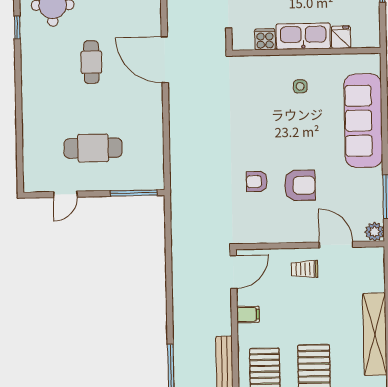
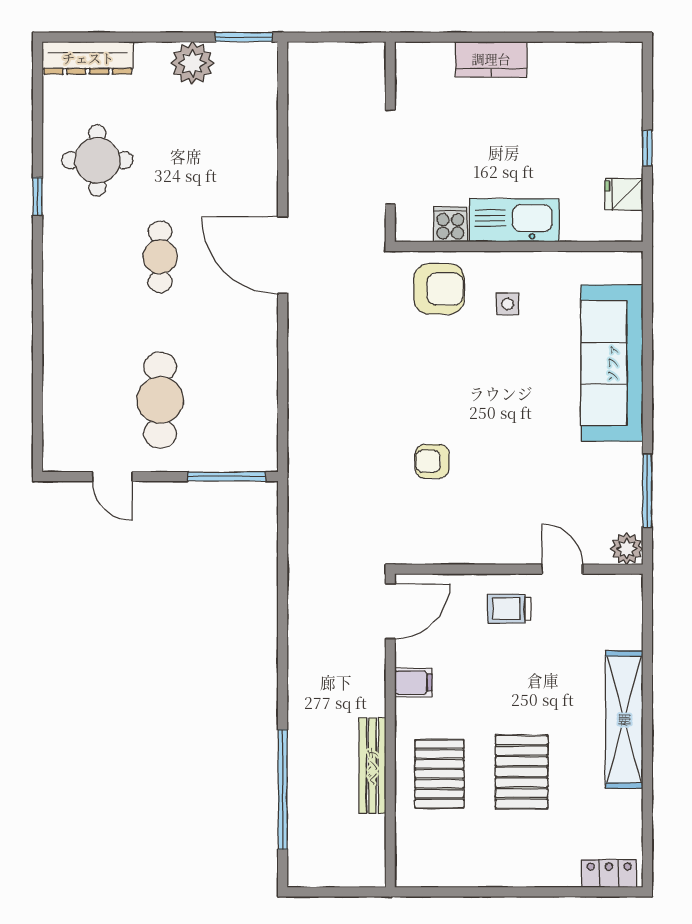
fridge: (341, 37) -> (624, 194), moved, turned -90
cafe table: (93, 148) -> (160, 400), turned 90
armchair: (300, 185) -> (439, 289), moved
door: (65, 194) -> (112, 476), hinge flipped
door: (336, 245) -> (562, 569), width x0.73

